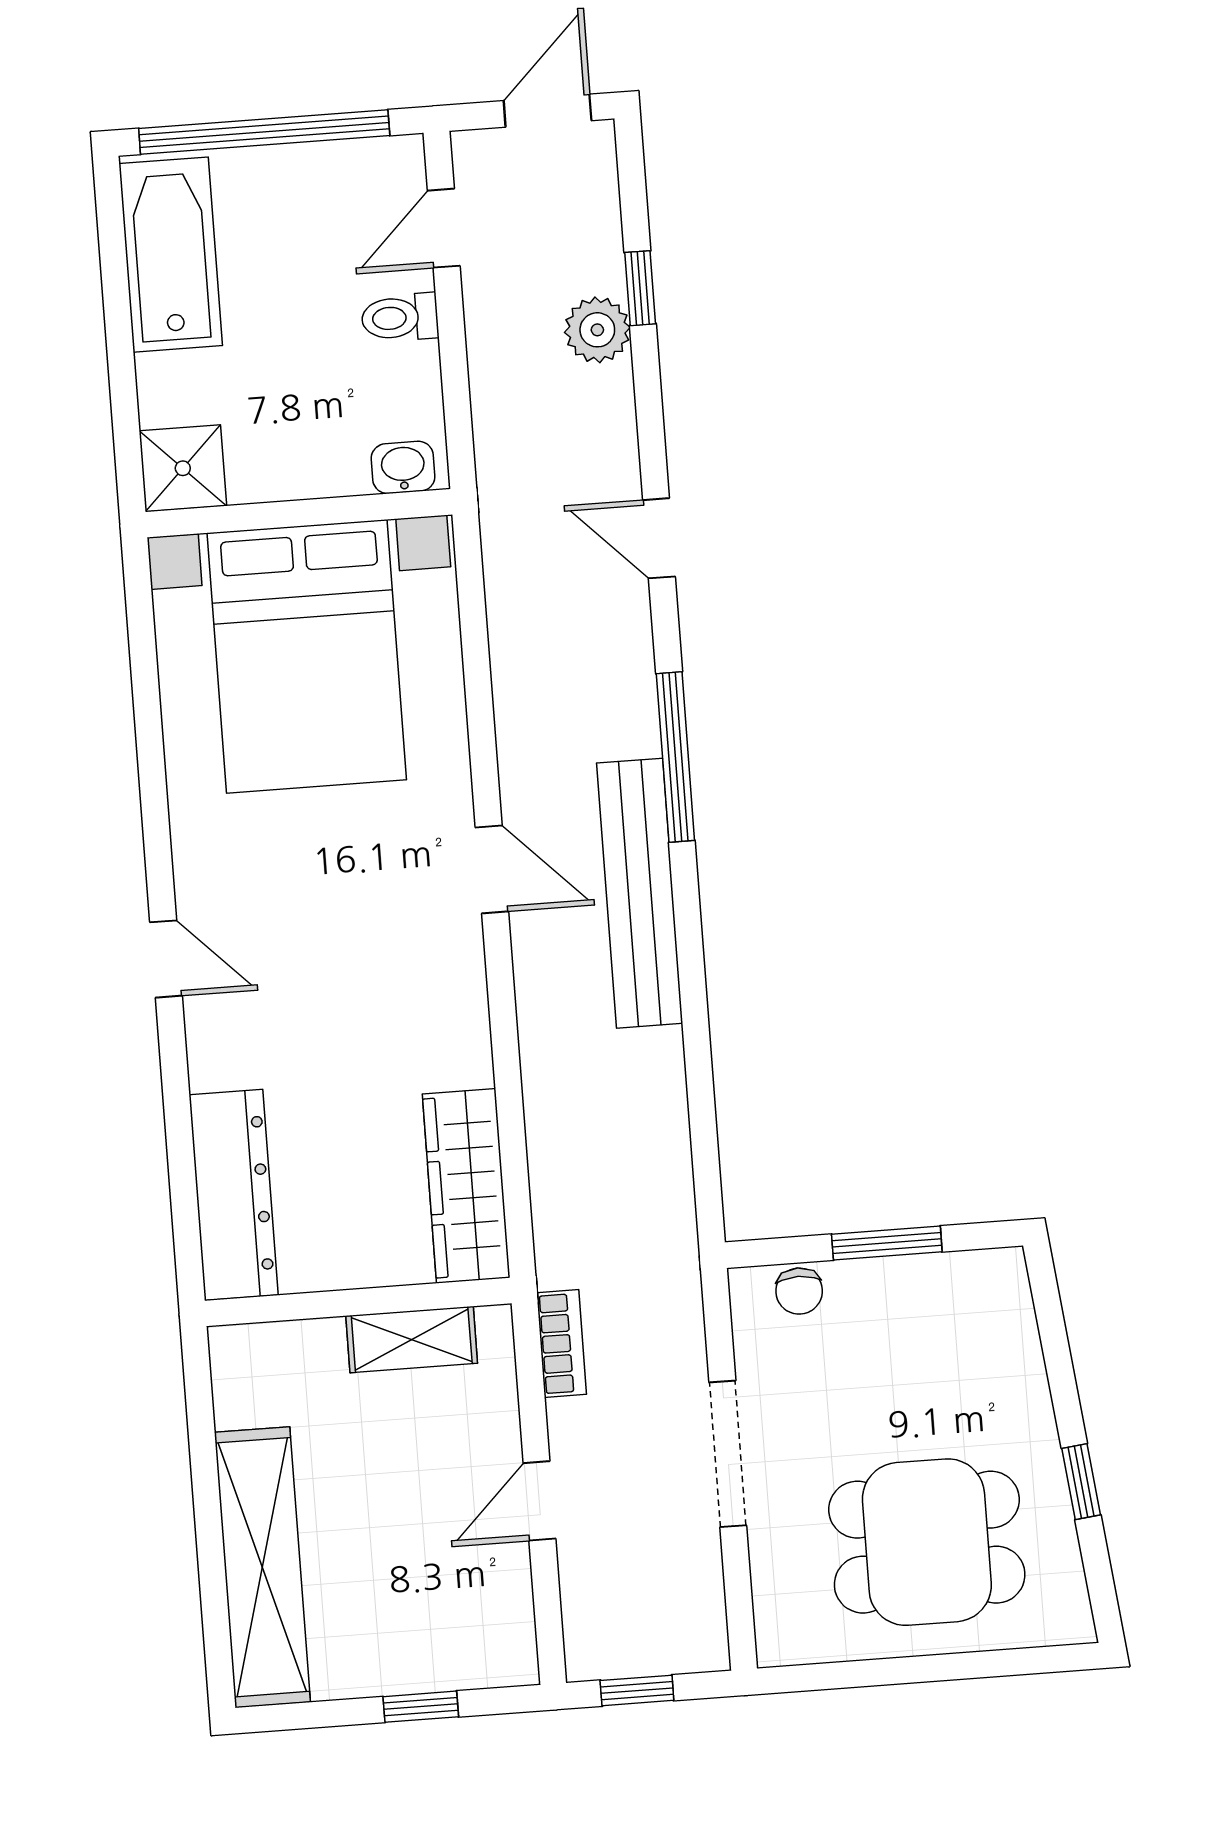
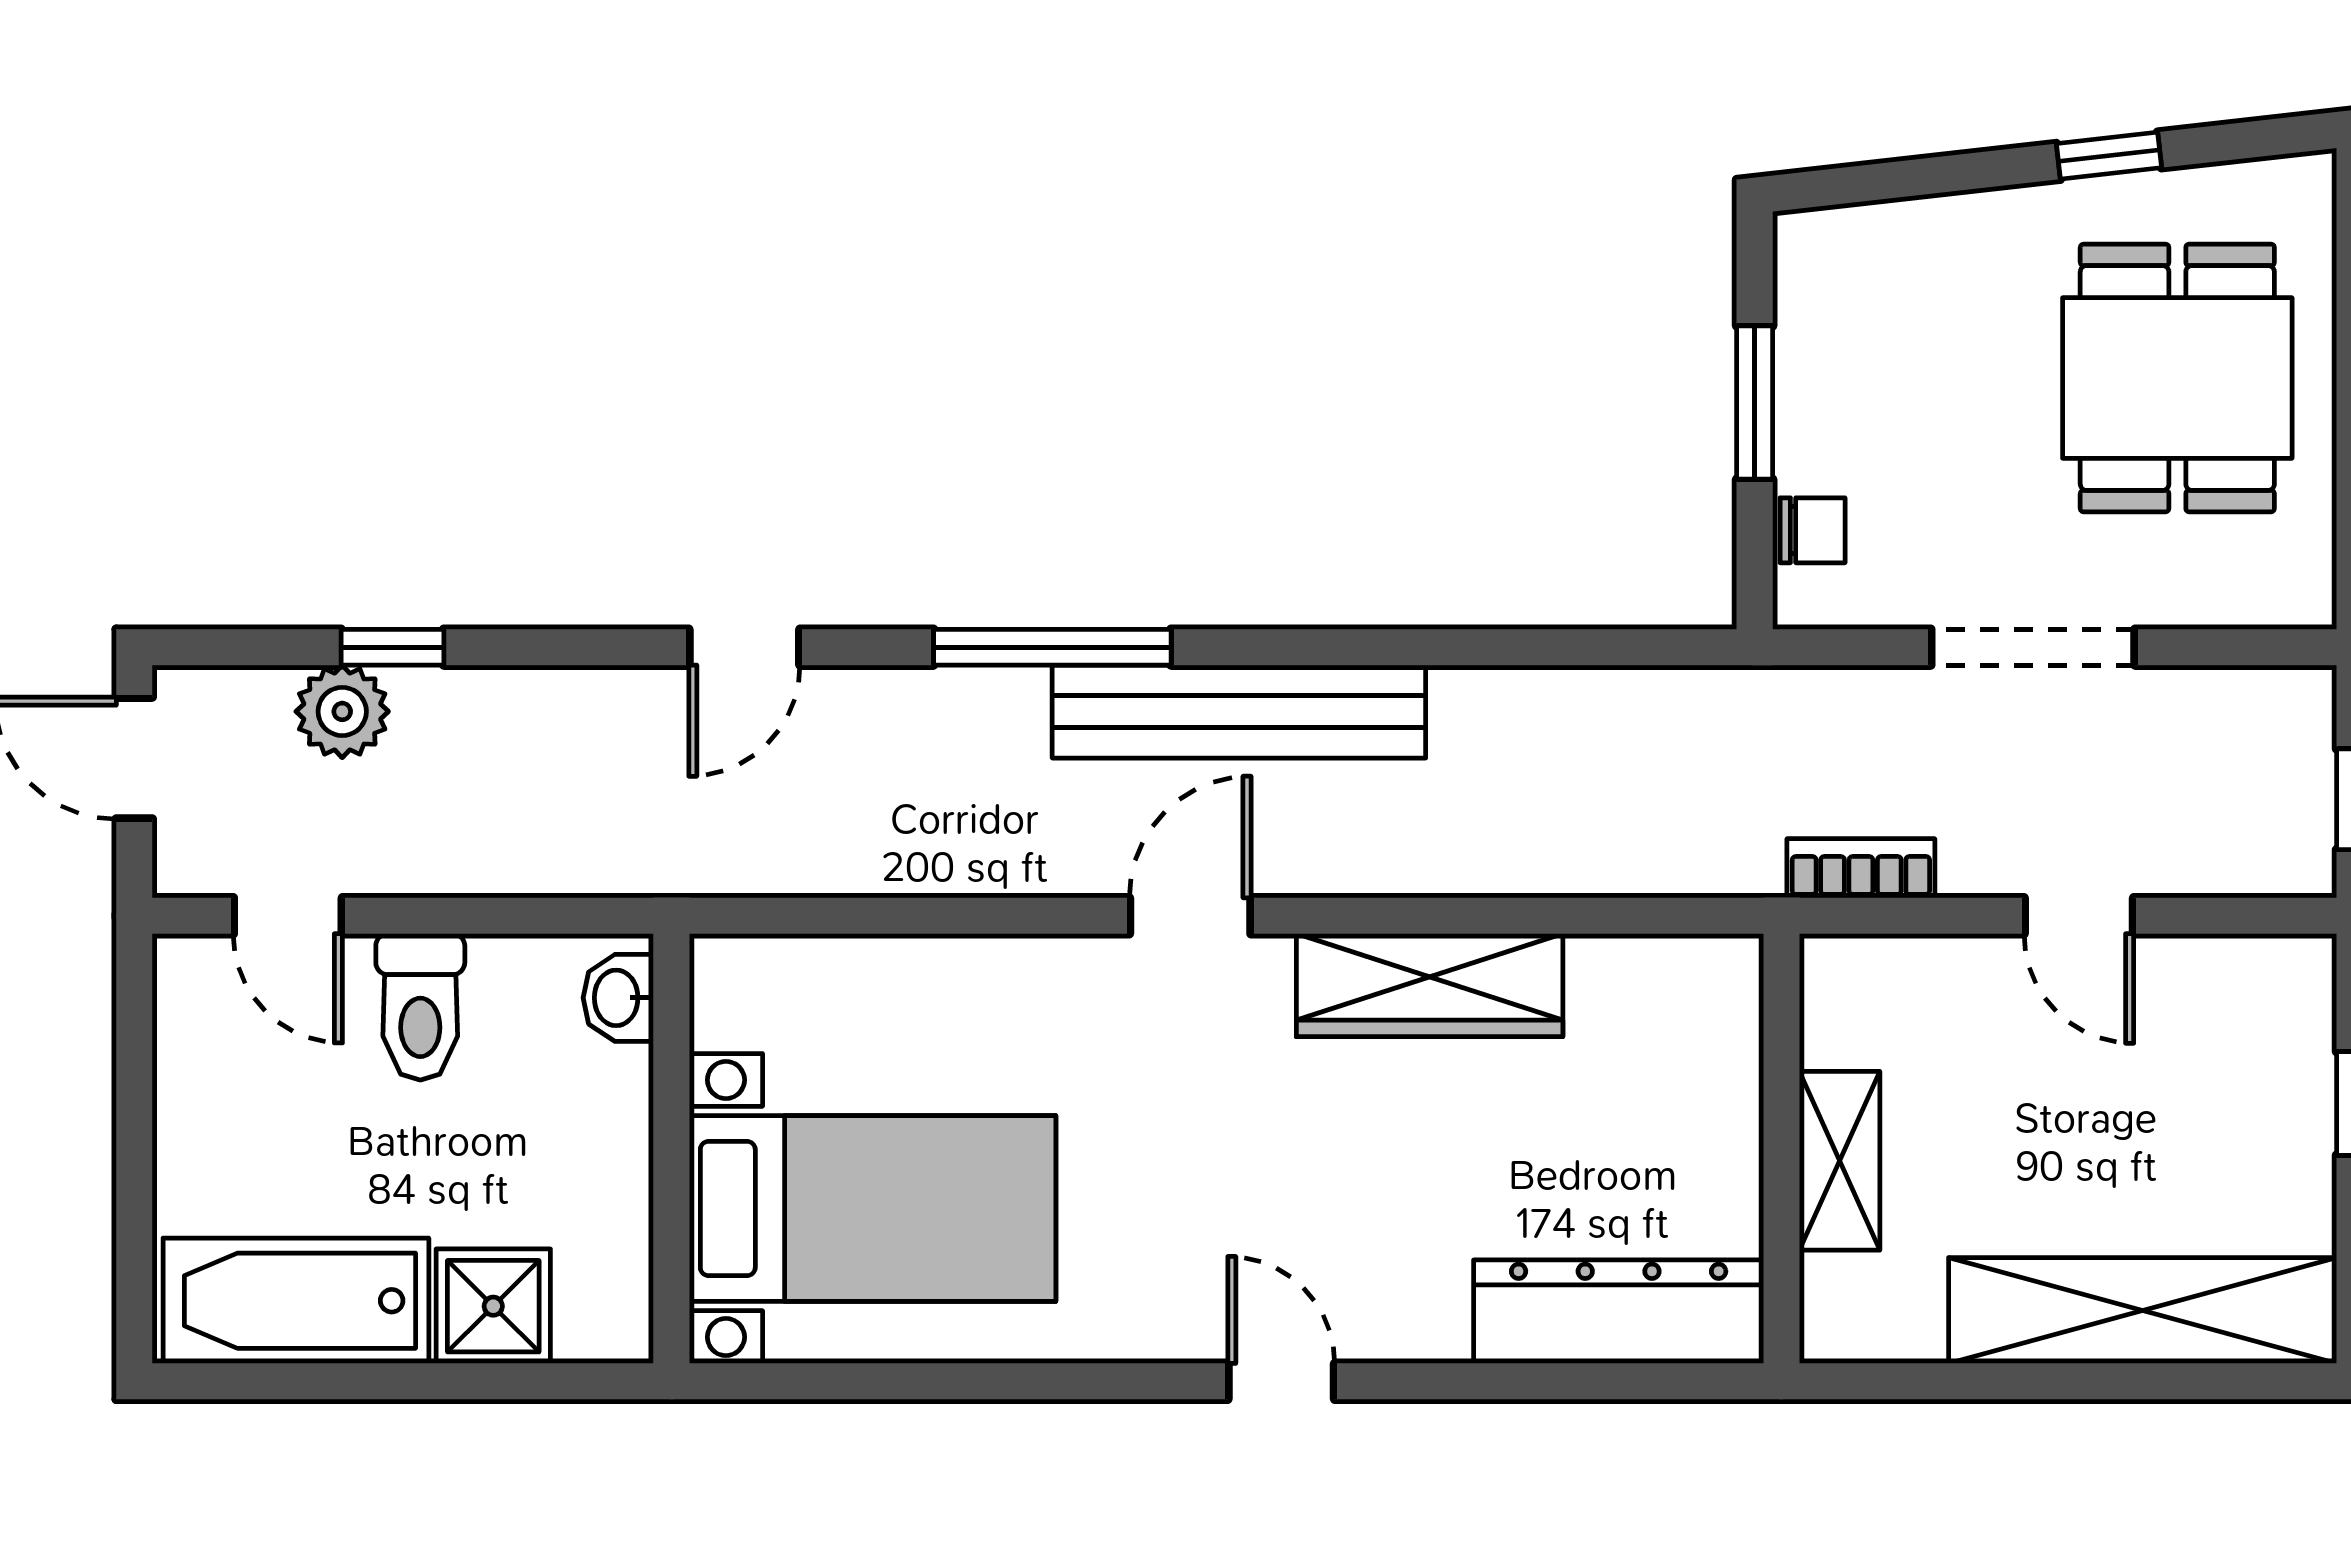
window: (264, 132) -> (134, 1157), removed
toilet: (400, 318) -> (420, 1007), width x1.37, depth x1.39
plant: (597, 330) -> (342, 711), moved
shower: (183, 468) -> (493, 1306), moved
bed with nightstands: (307, 656) -> (873, 1209), width x0.73
door: (166, 959) -> (1281, 1381), hinge flipped
wardrobe: (466, 1186) -> (1430, 985), moved
shelving: (412, 1340) -> (1840, 1161), moved

